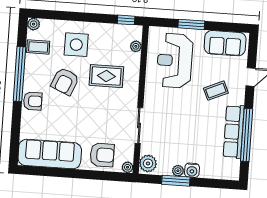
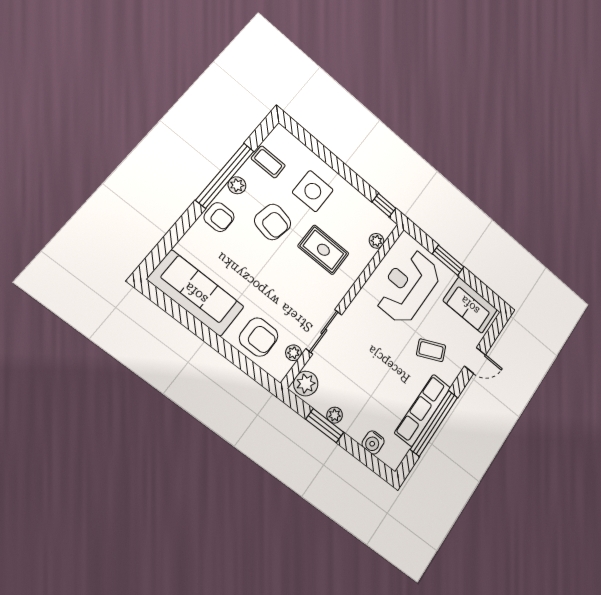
plant: (34, 24) -> (237, 185), moved
armchair: (65, 81) -> (273, 222), turned -102
plant: (128, 167) -> (293, 353), moved
water cooler: (192, 170) -> (373, 442), moved

